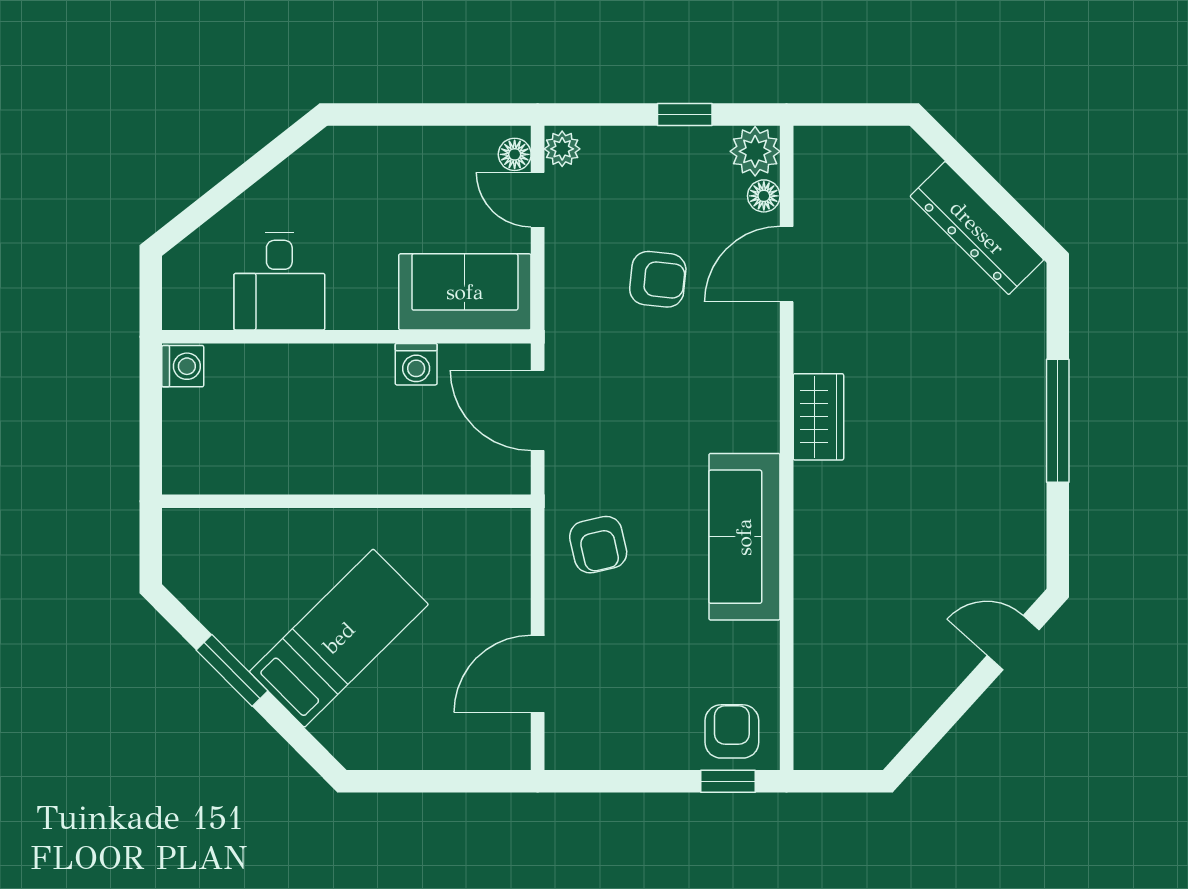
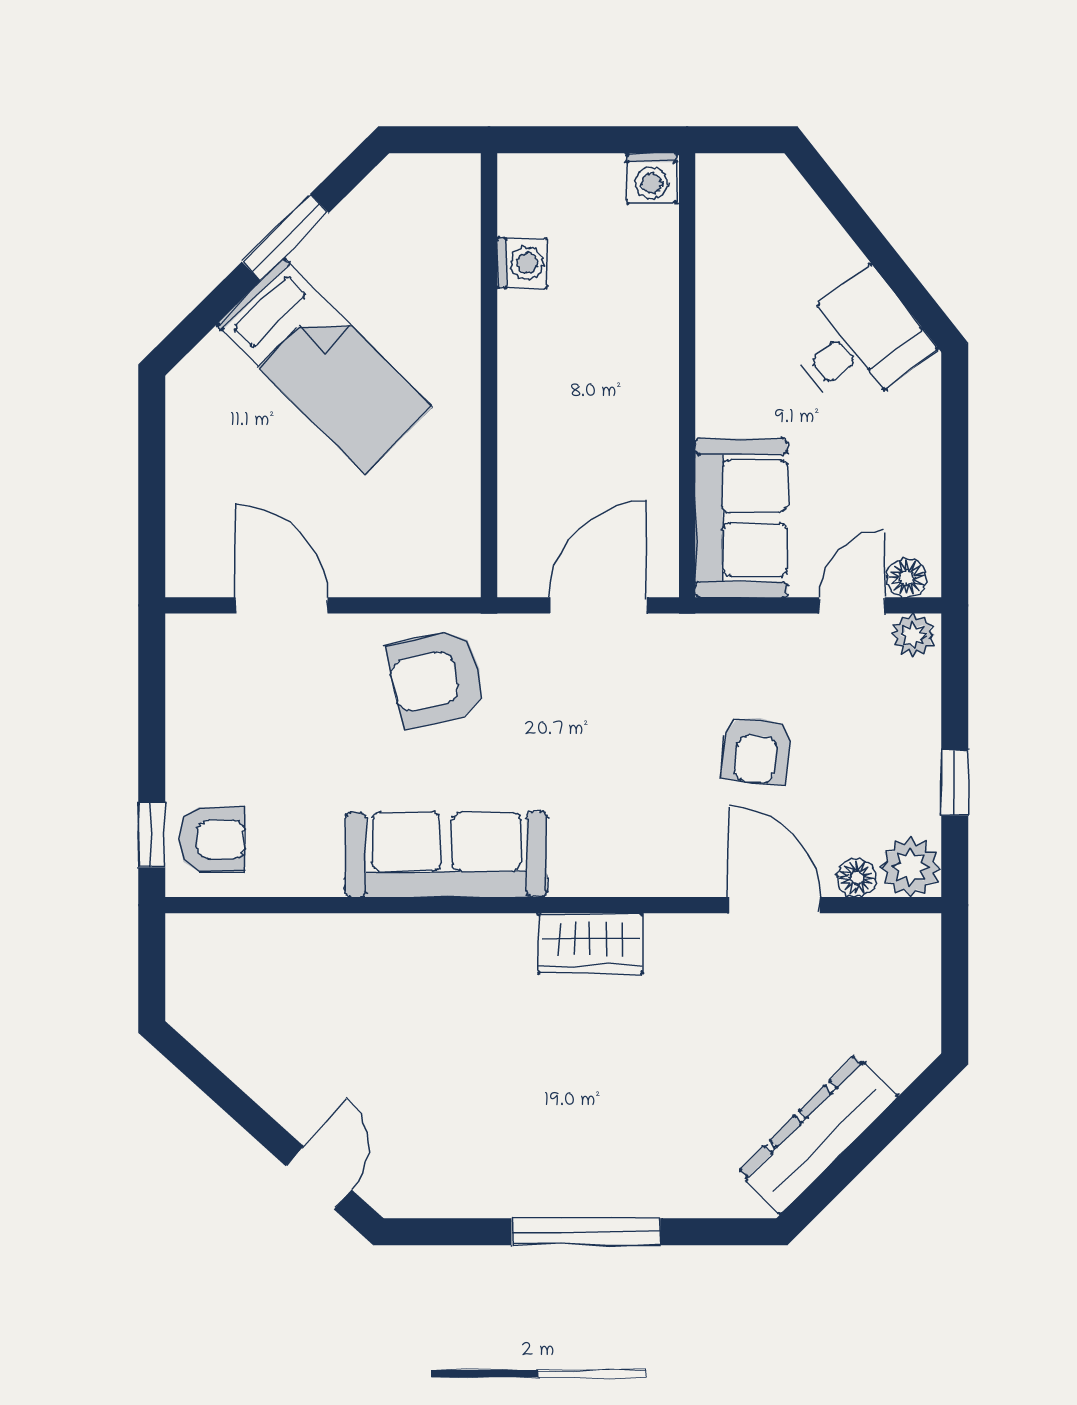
desk: (279, 281) -> (858, 342), moved, turned 142
washing machine: (416, 364) -> (522, 263), moved, turned 180
armchair: (598, 545) -> (437, 678), width x1.38, depth x1.38

